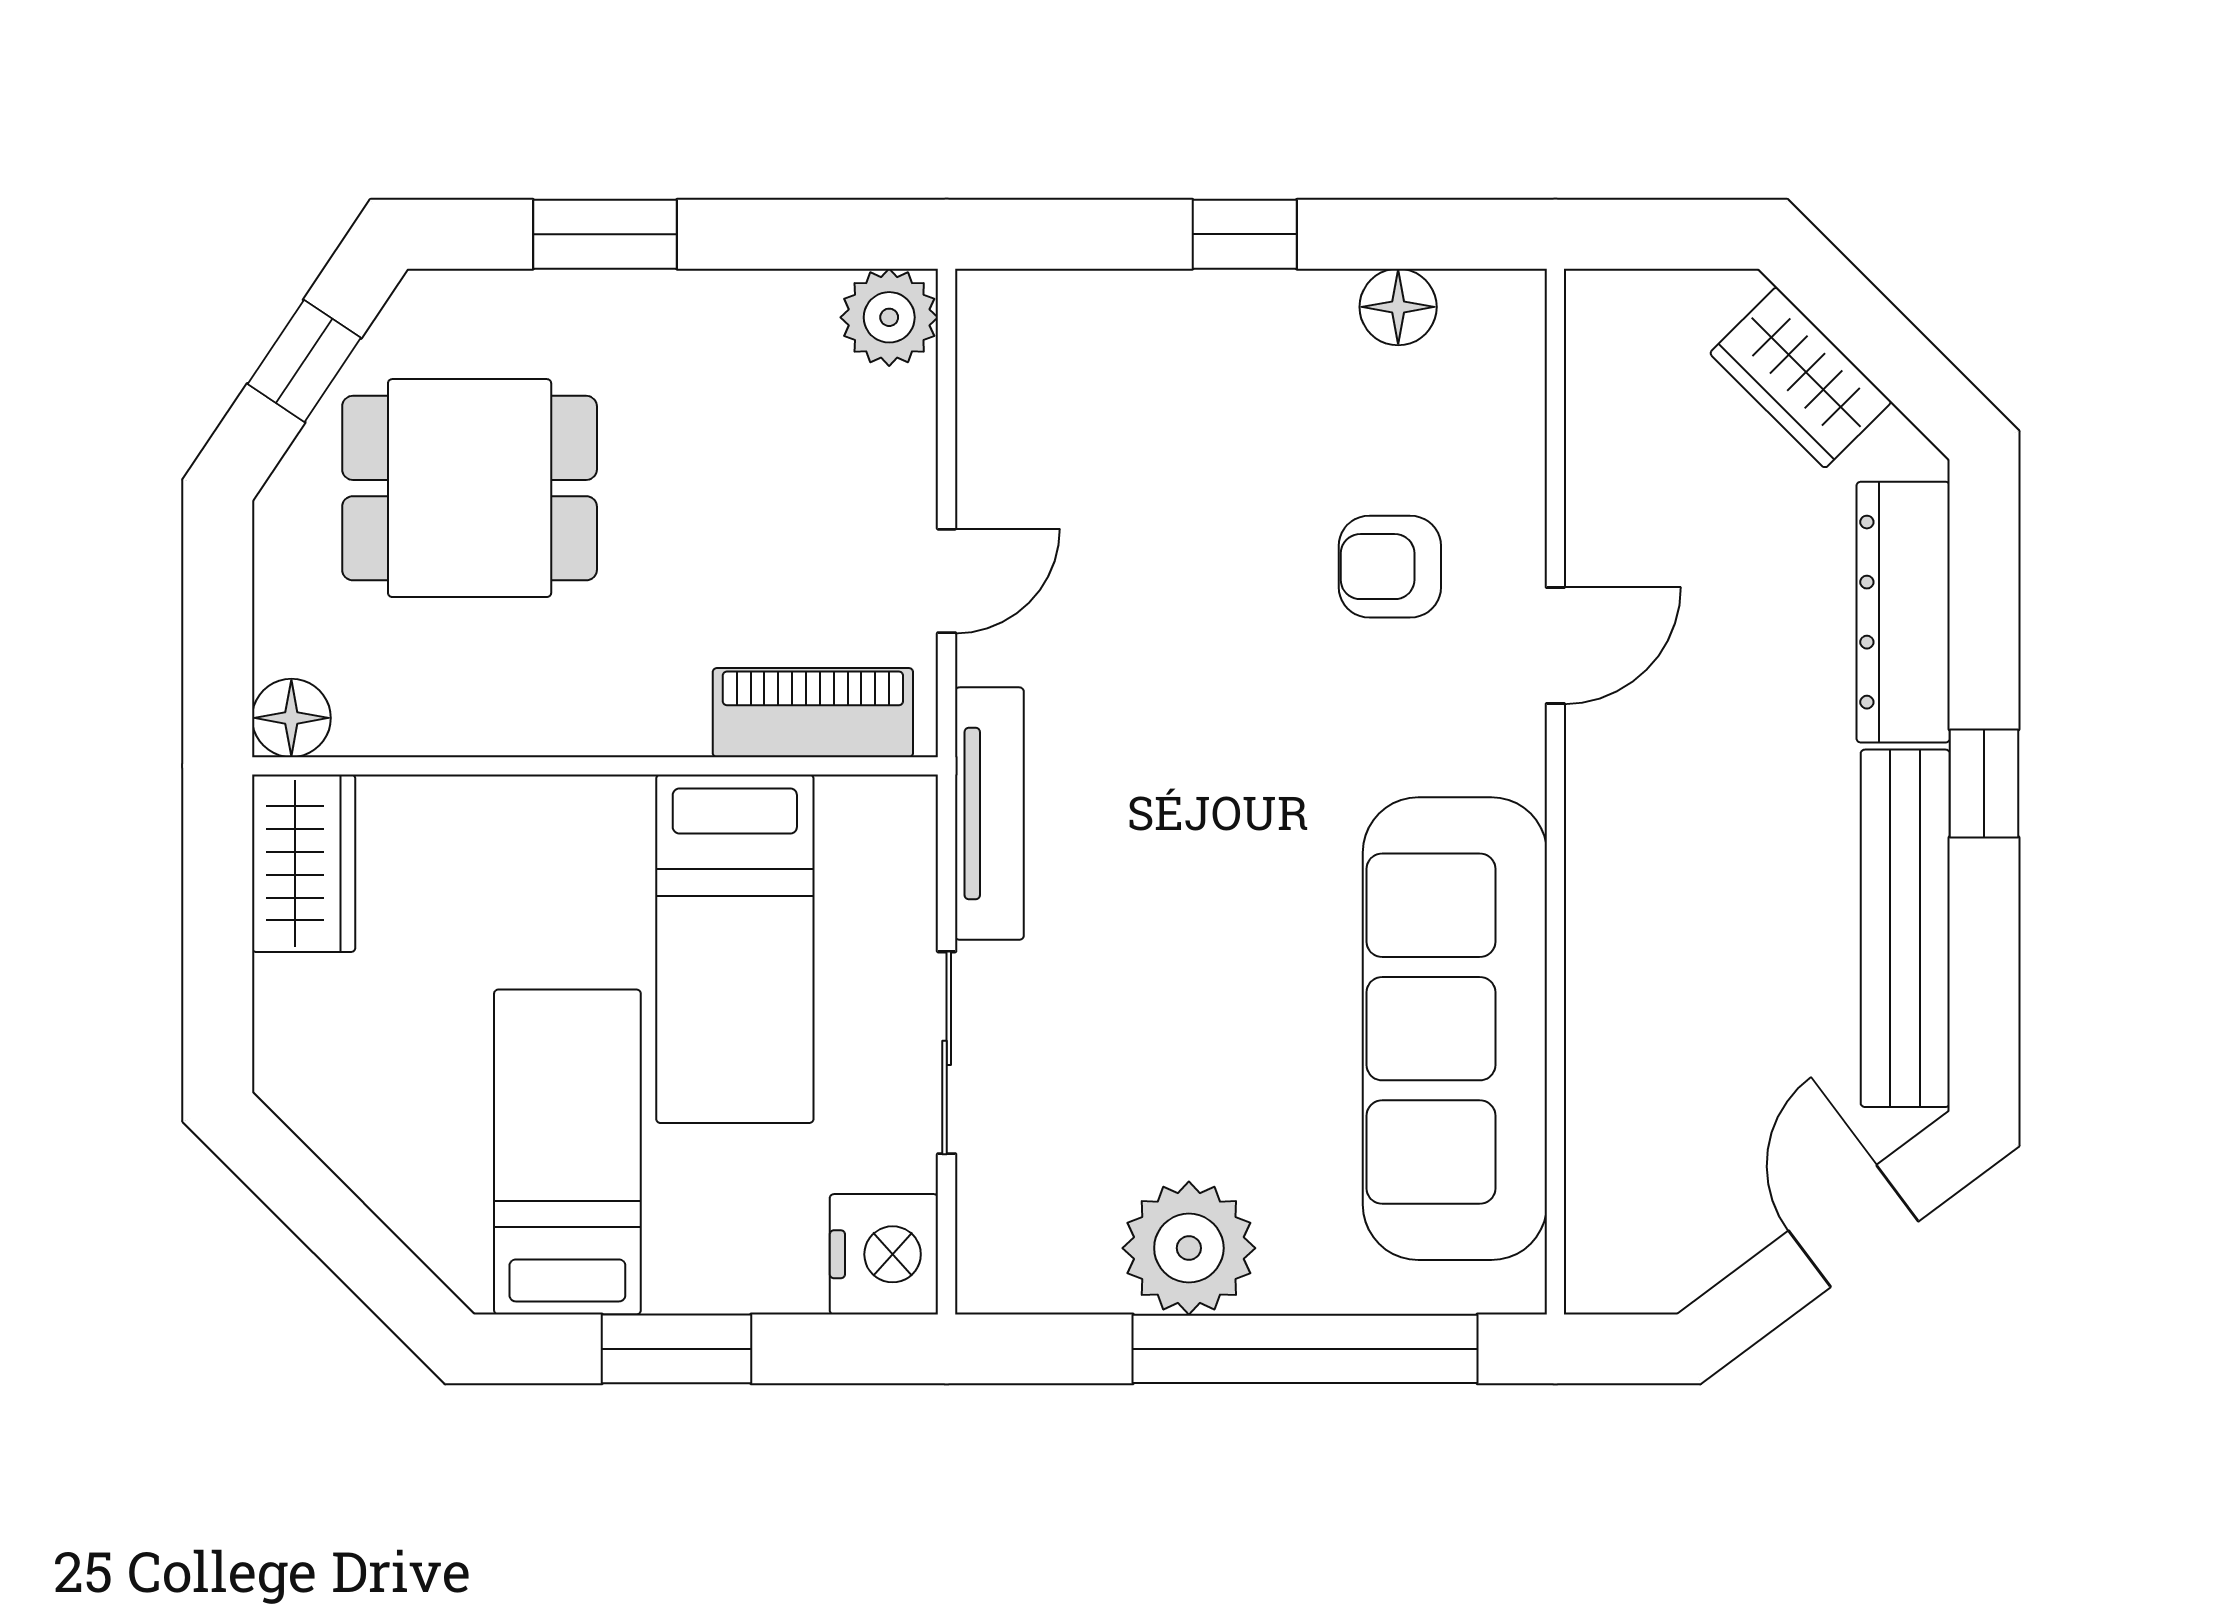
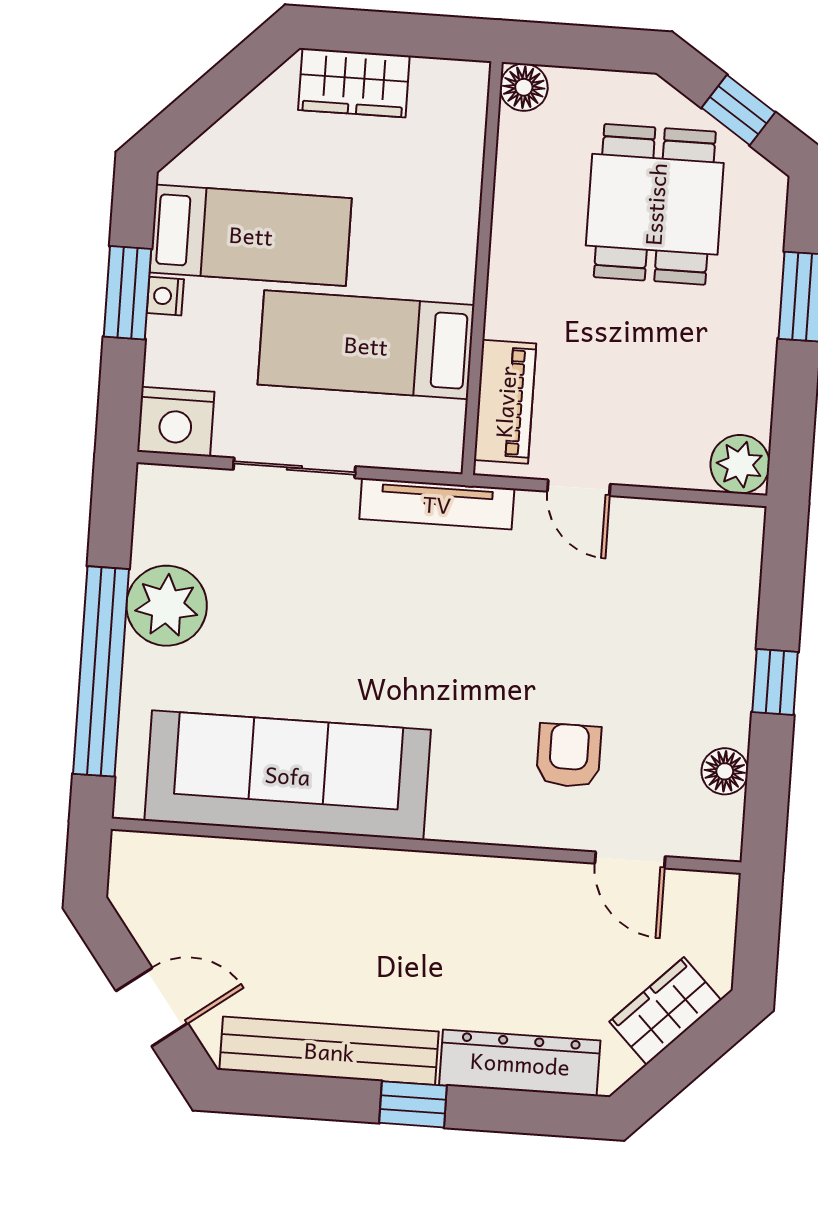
door: (1555, 645) -> (630, 860), moved
wardrobe: (304, 863) -> (354, 83), moved
nightstand: (678, 1286) -> (165, 296), added

